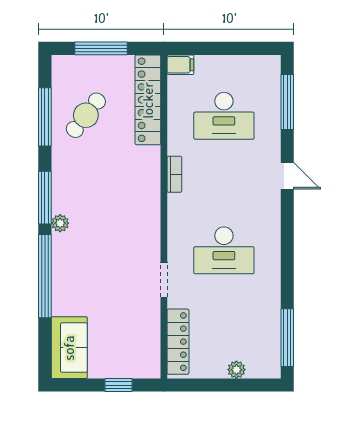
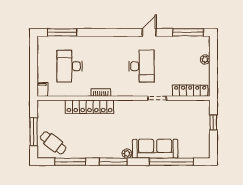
locker: (148, 100) -> (90, 107), moved
cafe table: (86, 115) -> (53, 143), moved
desk: (224, 116) -> (70, 66), turned 180
door: (287, 176) -> (149, 32), moved
window: (45, 276) -> (171, 162), moved
sofa: (69, 348) -> (155, 149), moved, width x1.36

